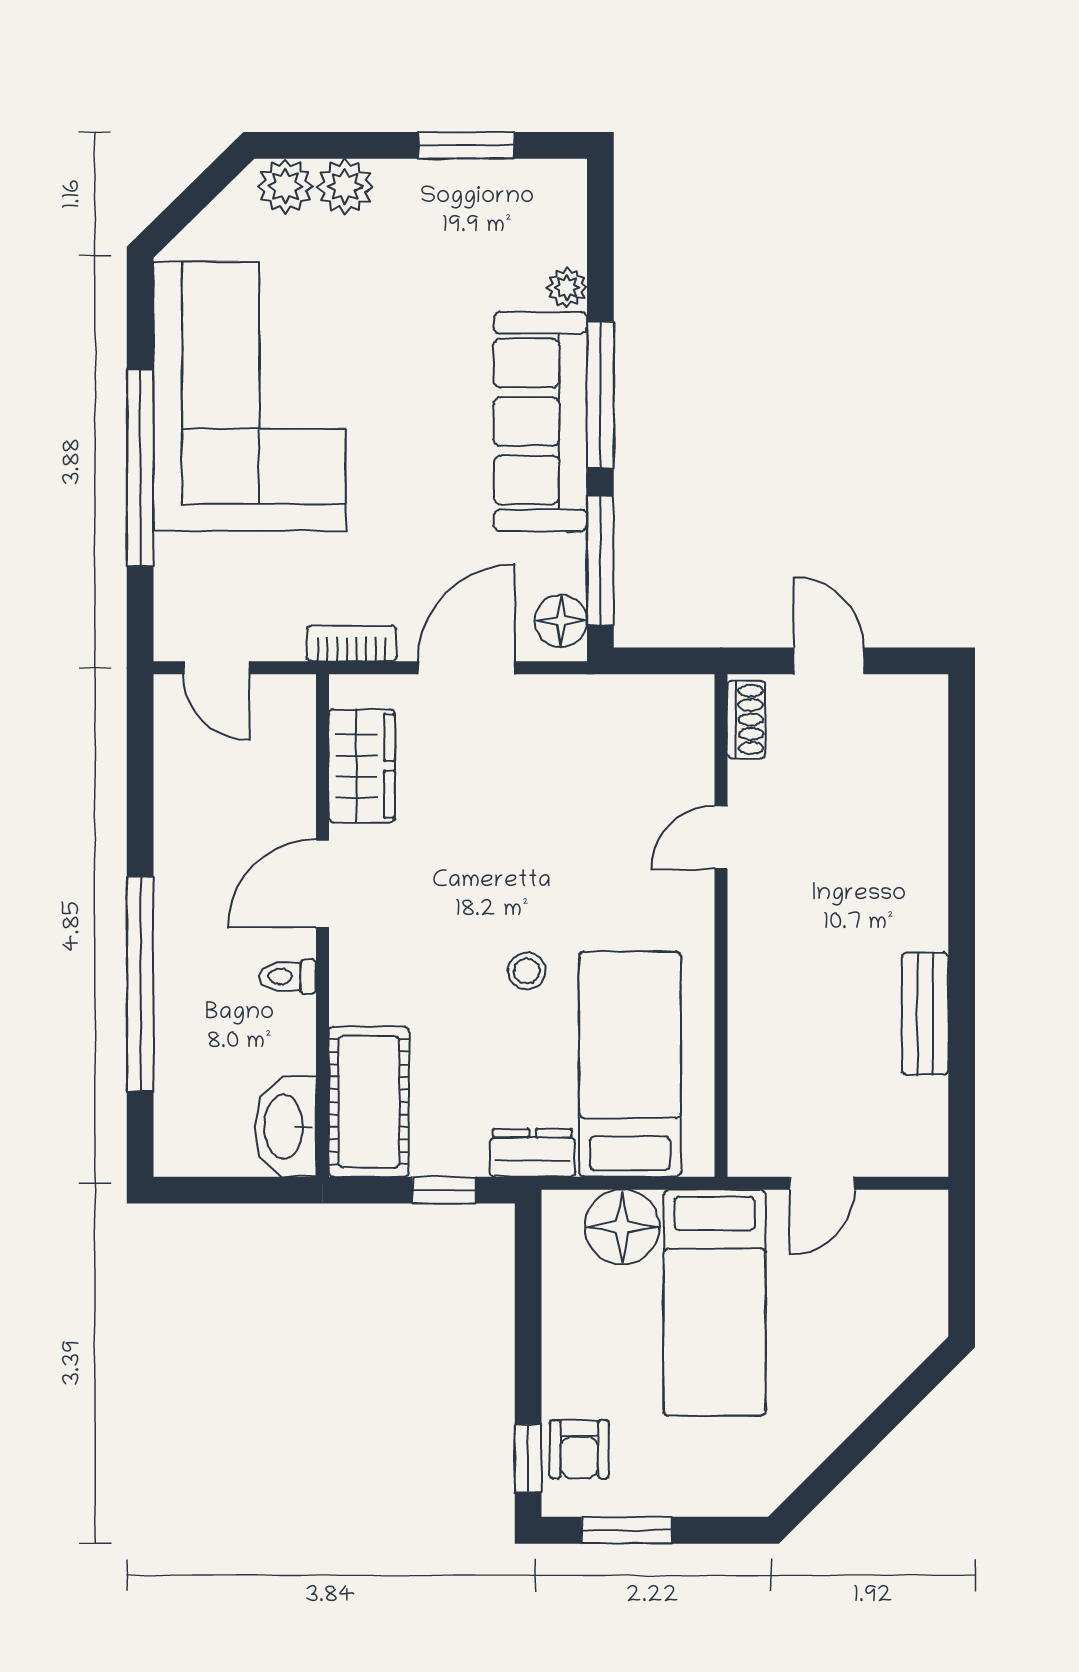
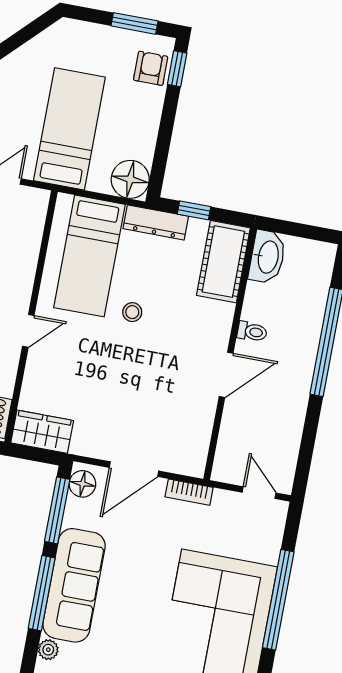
wardrobe: (362, 766) -> (42, 432), moved, turned 90
door: (721, 837) -> (28, 331), moved
dresser: (532, 1153) -> (156, 222), width x1.44
floor lamp: (622, 1227) -> (130, 179), moved

